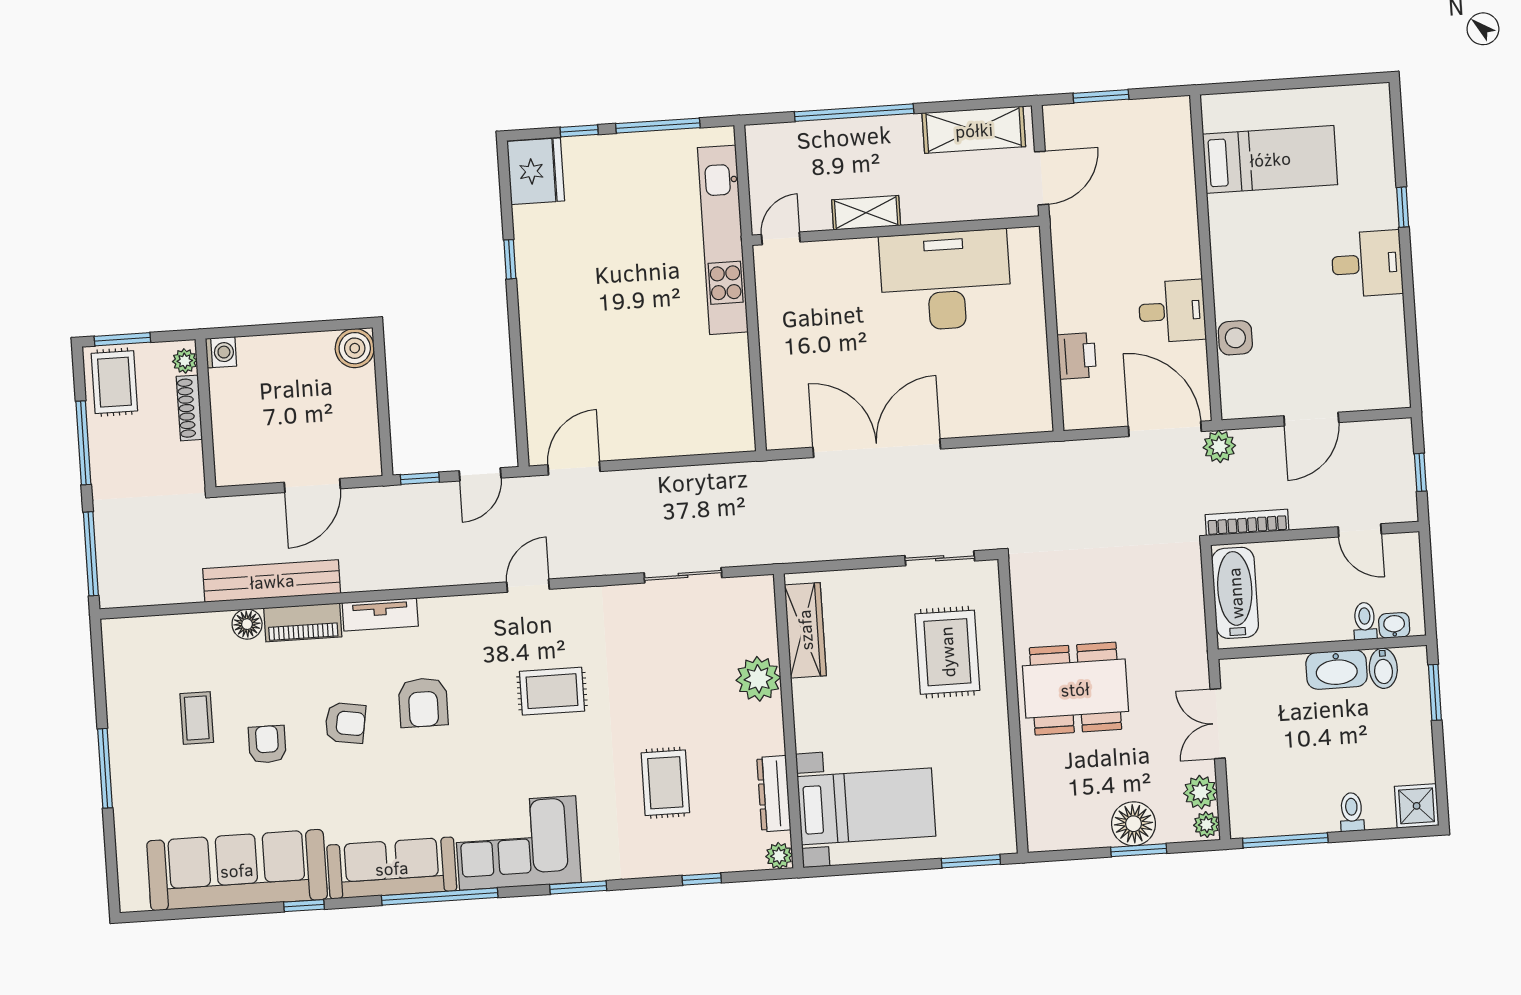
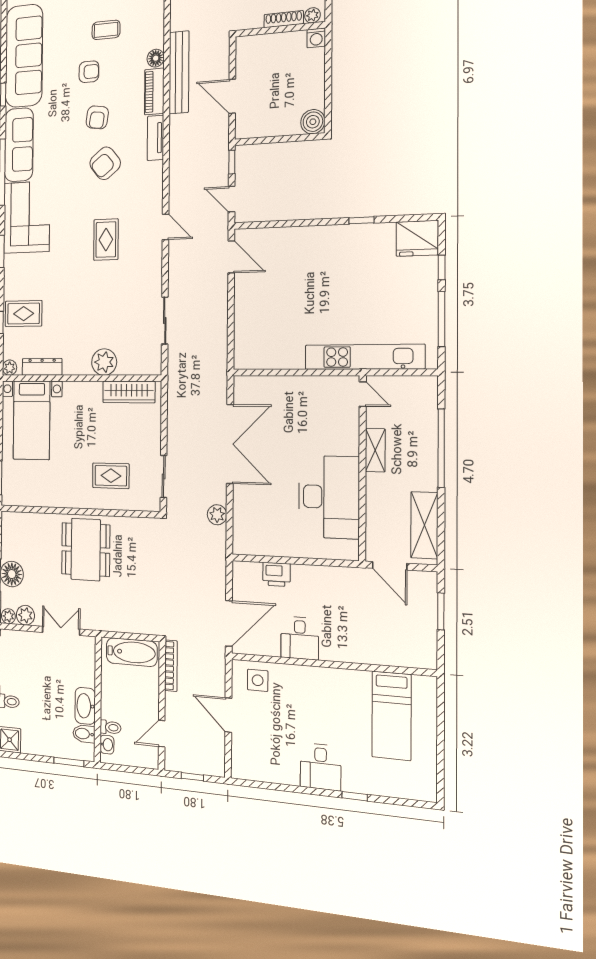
side table: (1235, 338) -> (258, 680), moved
plant: (1219, 446) -> (217, 515), moved
rug: (947, 652) -> (111, 476), width x0.73, depth x0.70
armchair: (423, 702) -> (105, 163), turned -39
rug: (665, 783) -> (24, 314), moved

